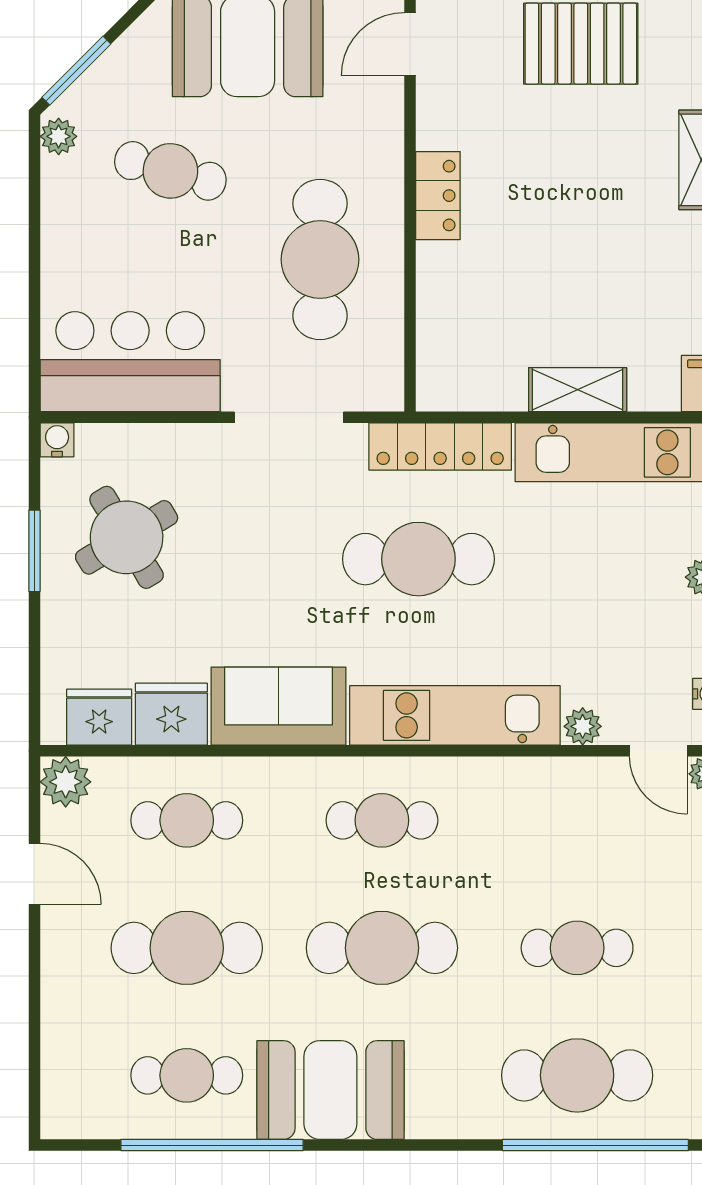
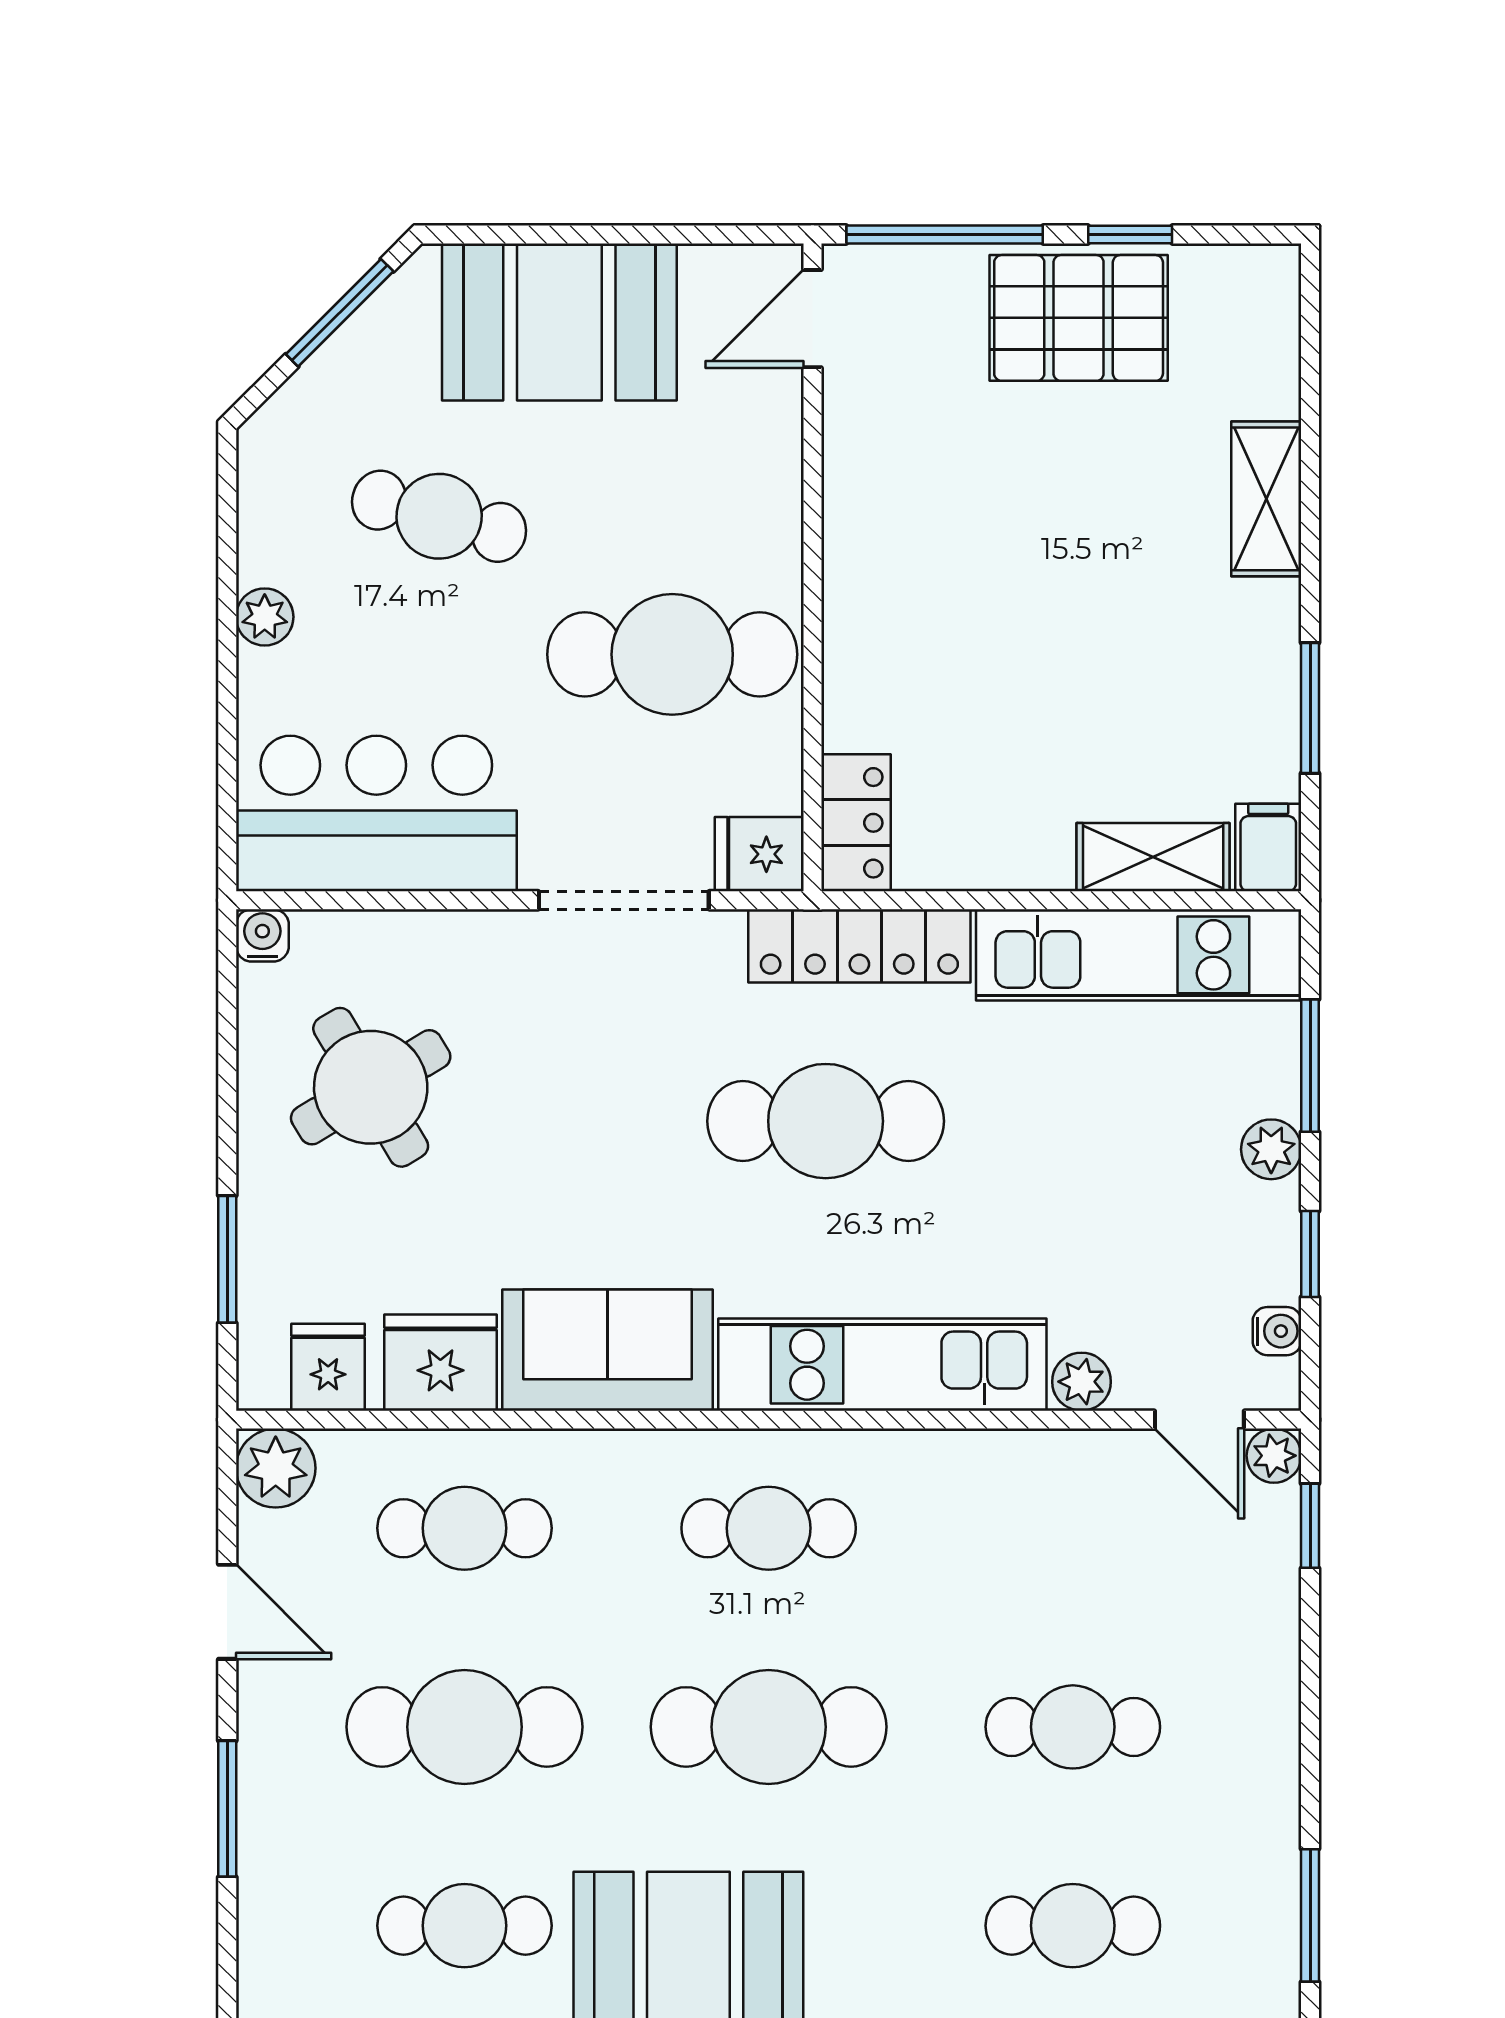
window: (76, 71) -> (340, 313), moved
plant: (59, 136) -> (265, 617), moved
locker: (438, 196) -> (856, 823), moved
cafe table: (320, 260) -> (672, 654), turned 90
fridge: (376, 388) -> (759, 854), added
shelving: (578, 390) -> (1153, 857), moved
window: (34, 551) -> (227, 1259), moved
fridge: (99, 717) -> (328, 1367), width x0.72
window: (34, 1000) -> (227, 1809), added
cafe table: (577, 1075) -> (1073, 1926), width x0.73, depth x0.74

